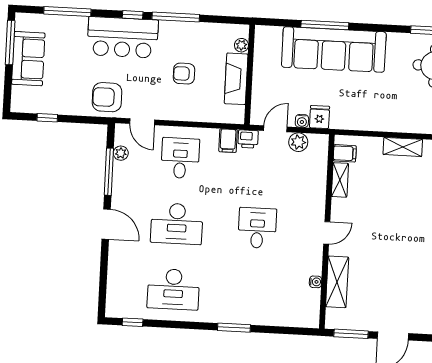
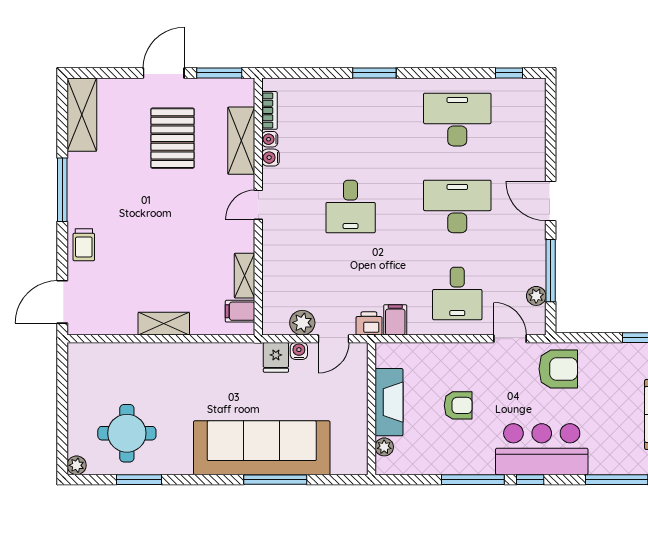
water cooler: (316, 268) -> (271, 158), added
pallet: (389, 287) -> (173, 138), added
bookcase: (315, 304) -> (270, 110), added

